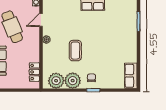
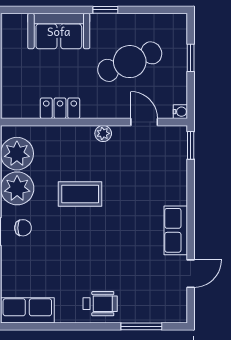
wheelchair: (128, 41) -> (100, 304), added
locker: (34, 72) -> (60, 108), moved

